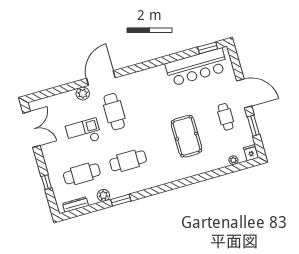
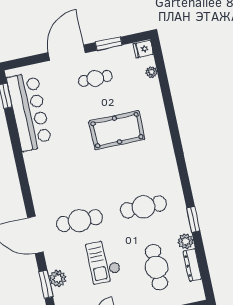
window: (63, 89) -> (46, 284), added
plant: (83, 94) -> (58, 278), moved
cafe table: (128, 161) -> (143, 207), turned 90
dresser: (75, 205) -> (192, 265), moved

